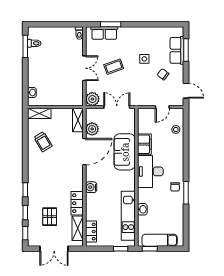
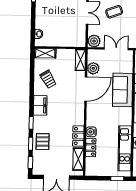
filing cabinet: (35, 170) -> (40, 105), added
water cooler: (91, 187) -> (91, 132), moved
pallet: (50, 217) -> (43, 142), moved
locker: (91, 232) -> (91, 148), moved

